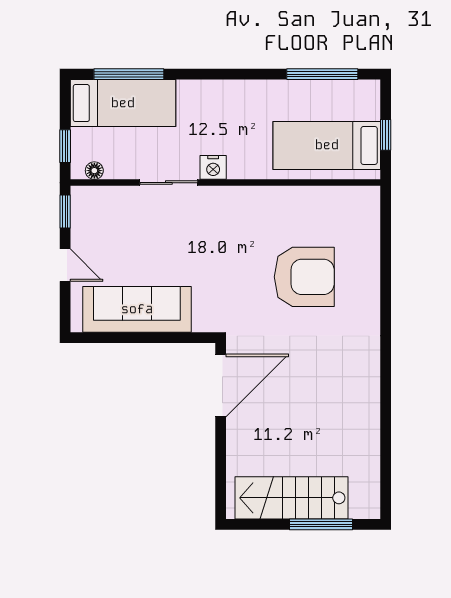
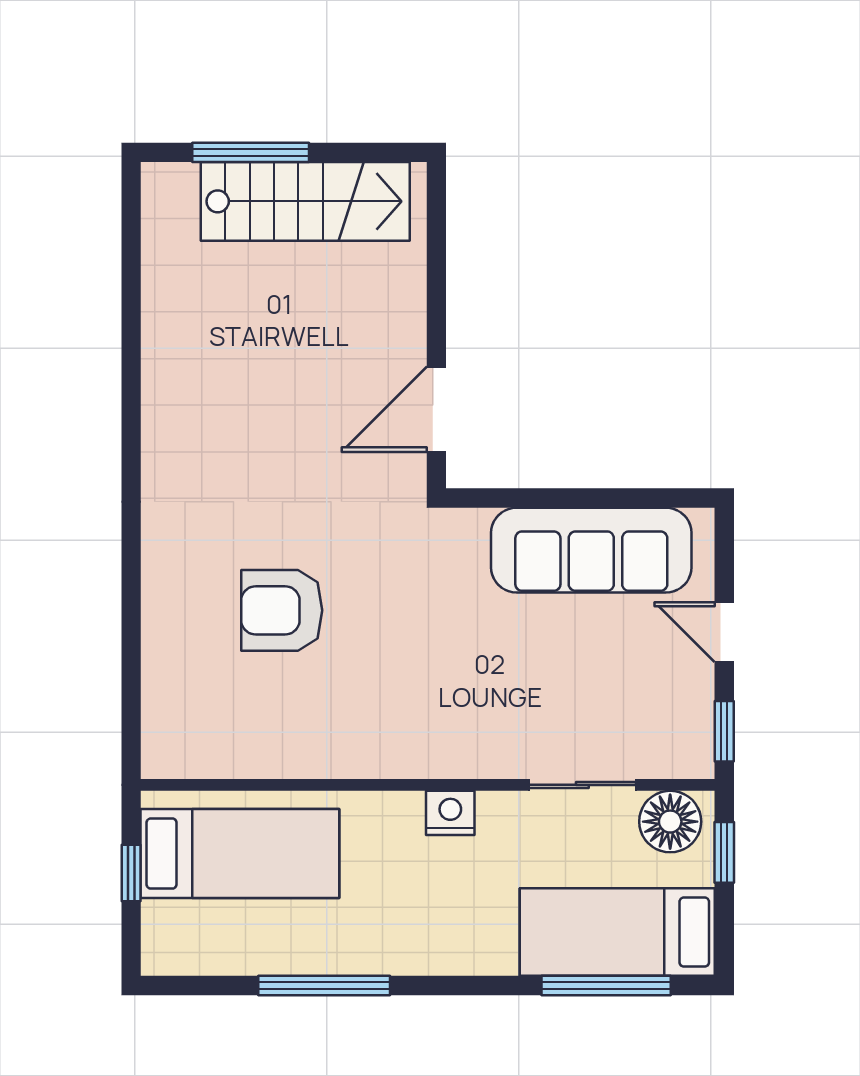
window: (322, 74) -> (324, 986), moved
floor lamp: (94, 171) -> (670, 822), width x1.89, depth x1.89
sliding door: (169, 183) -> (582, 785), moved
armchair: (304, 277) -> (282, 610), width x0.73, depth x0.73
door: (221, 386) -> (436, 409), width x0.73

